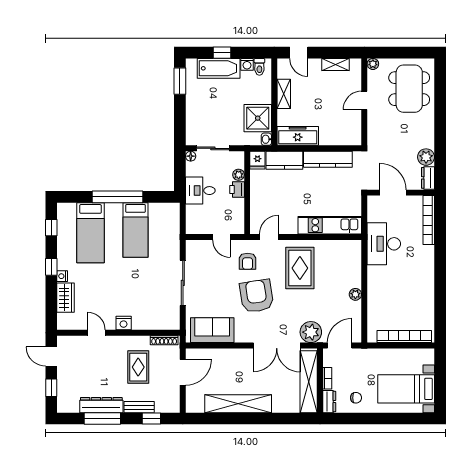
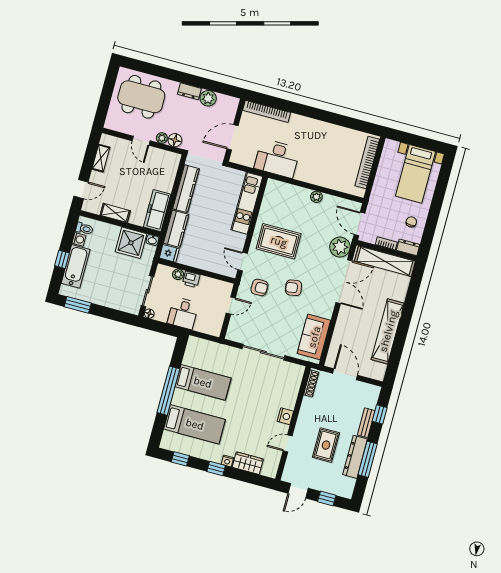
plant: (373, 64) -> (162, 138), moved
floor lamp: (374, 135) -> (175, 140), added
dresser: (428, 178) -> (189, 91), moved
armchair: (257, 296) -> (293, 288), width x0.53, depth x0.53
rug: (138, 367) -> (326, 445), moved, turned 90

